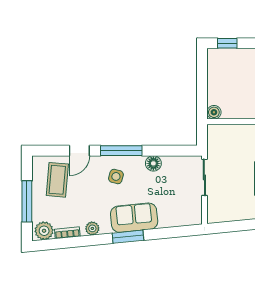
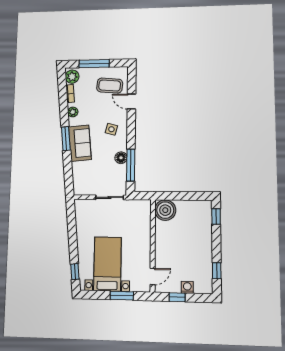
boiler: (214, 112) -> (165, 210), width x1.86, depth x1.86
window: (121, 151) -> (131, 165), moved

